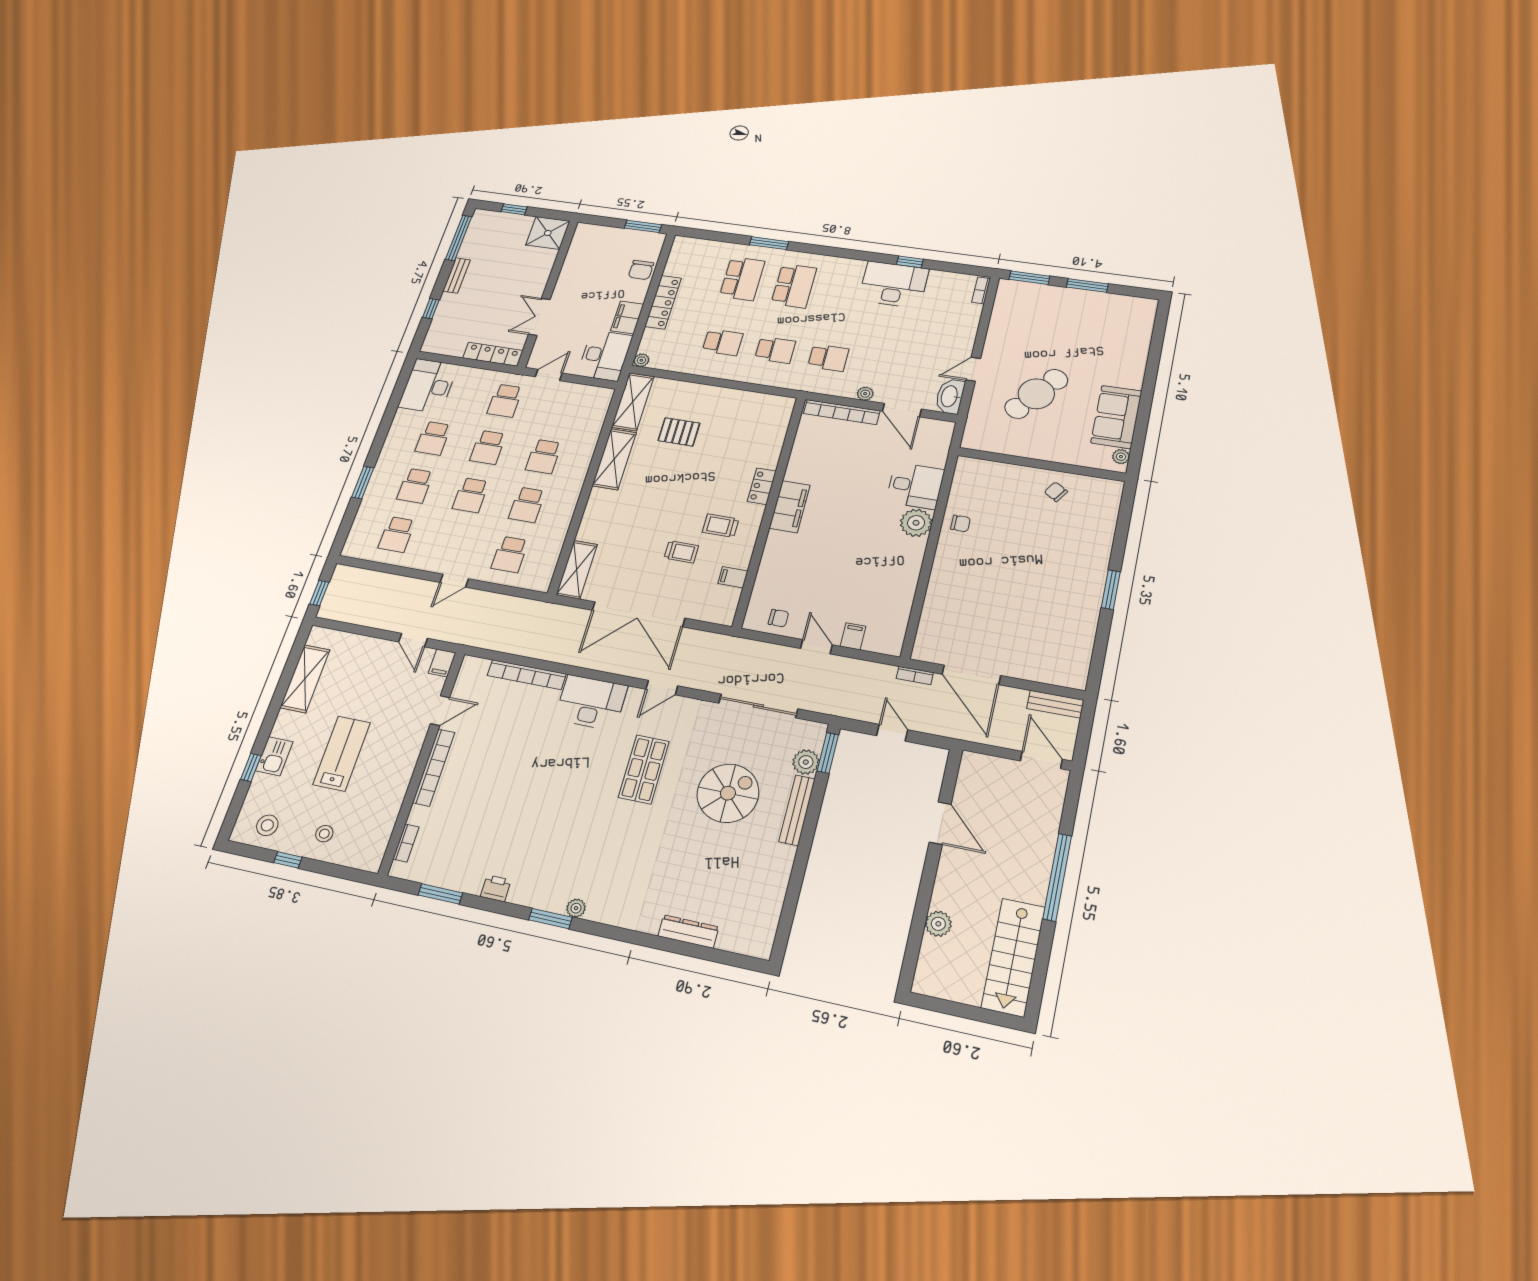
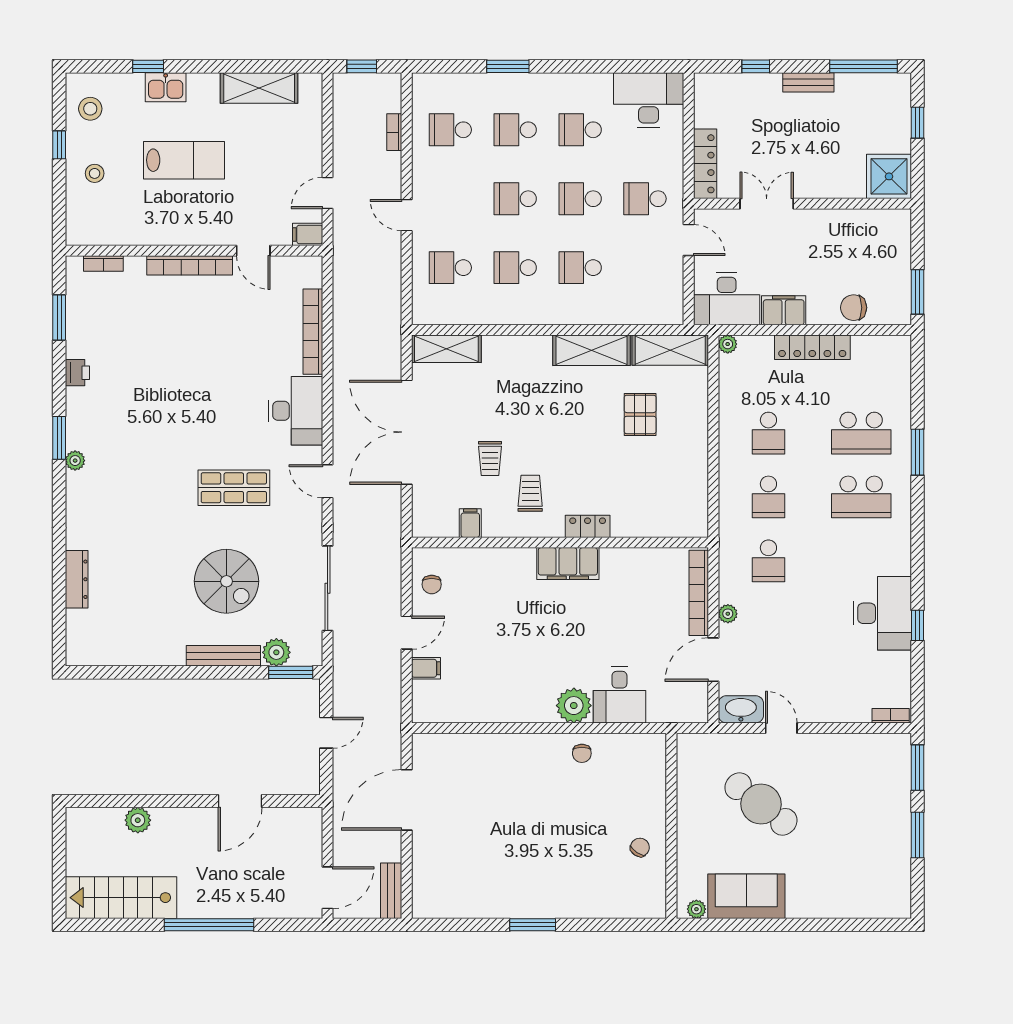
bookcase: (915, 675) -> (394, 132), moved

